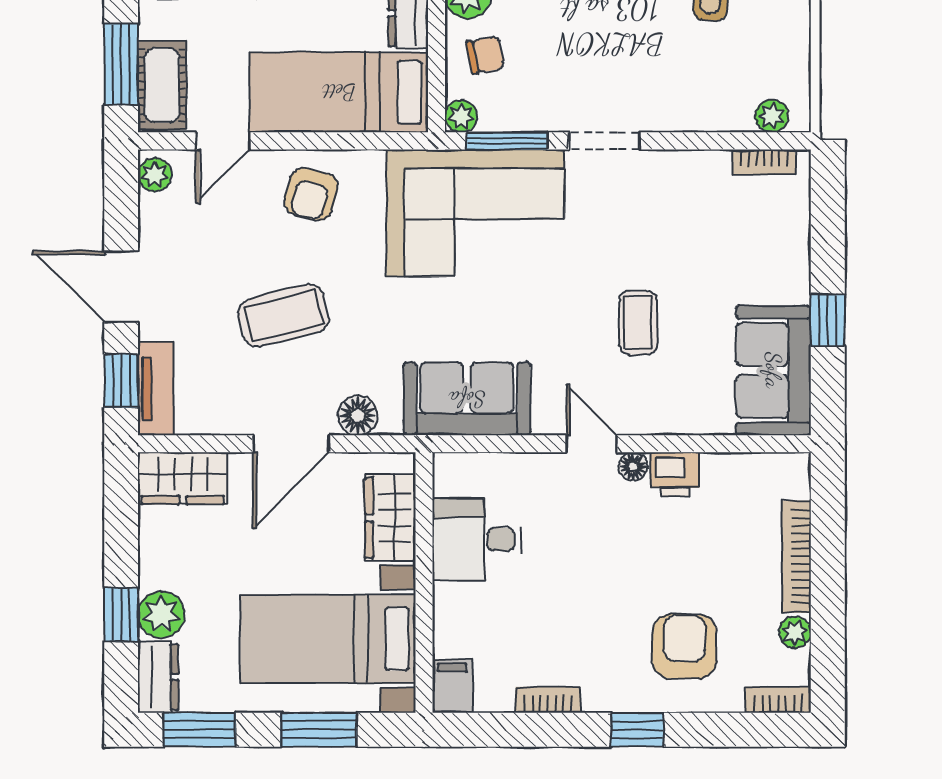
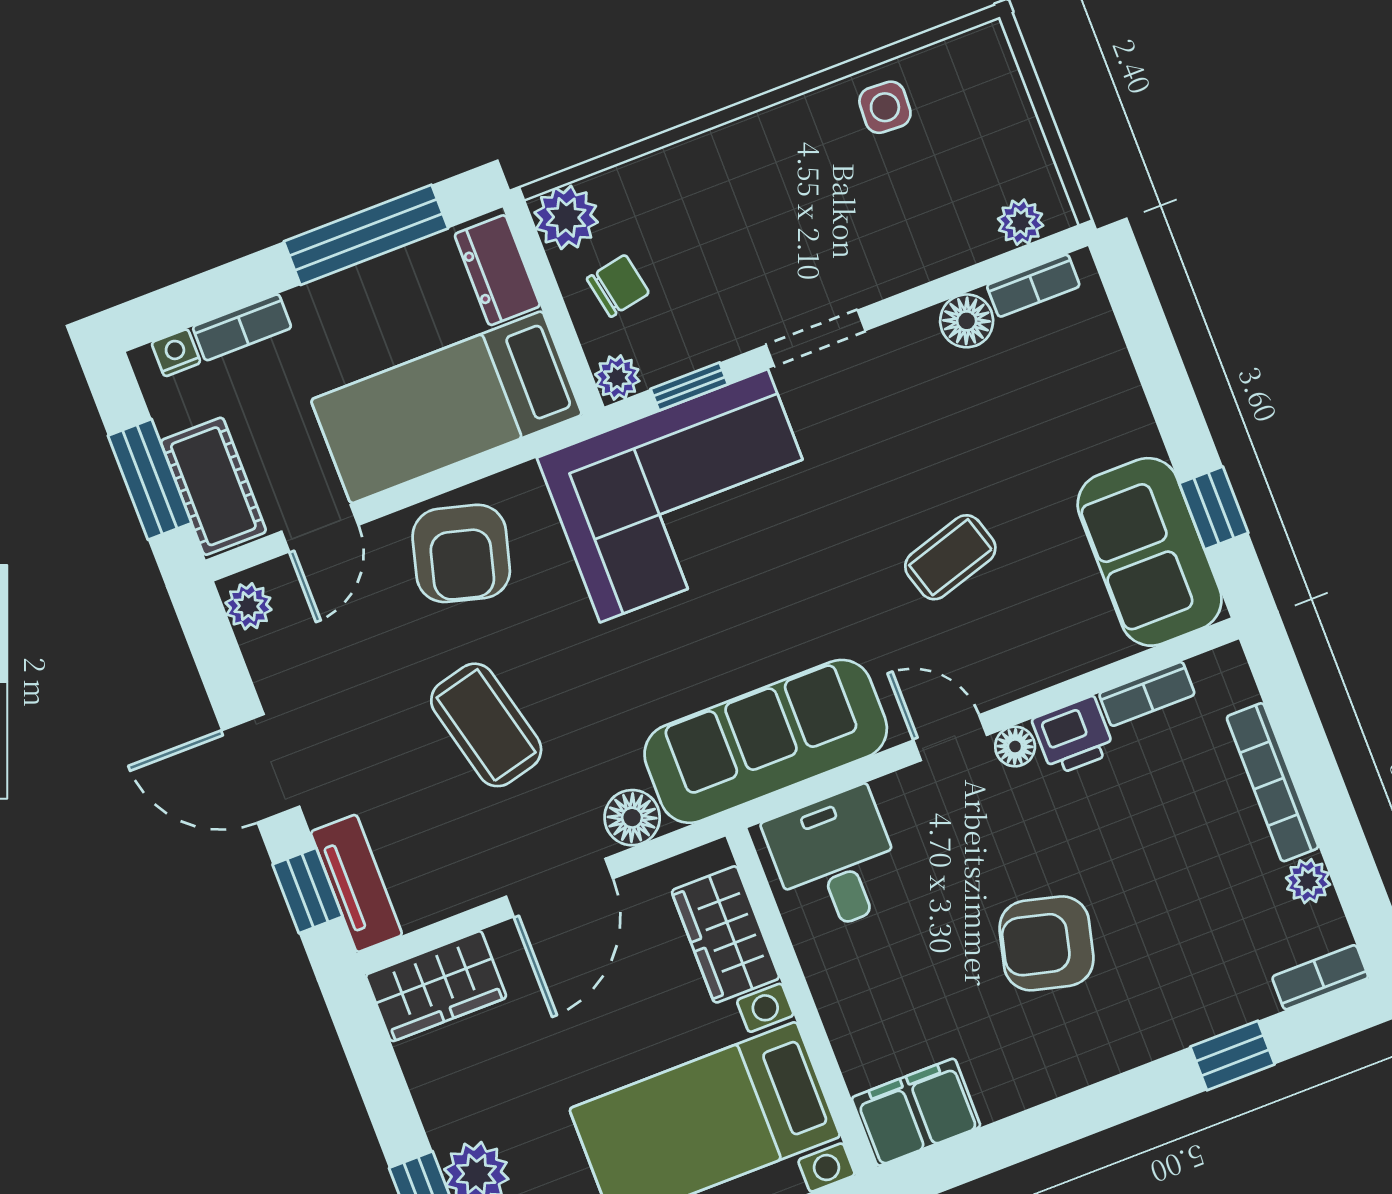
window: (507, 141) -> (689, 387), width x0.67
floor lamp: (710, 168) -> (967, 321), added
armchair: (311, 194) -> (461, 553), width x1.38, depth x1.38
coffee table: (284, 316) -> (486, 725), turned 90
window: (828, 320) -> (1214, 508), moved
coffee table: (638, 323) -> (950, 557), turned 73
sofa: (467, 399) -> (766, 741), width x1.36
desk: (477, 539) -> (835, 861), moved, turned 90
armchair: (684, 646) -> (1046, 943), moved, turned -76
filing cabinet: (452, 686) -> (916, 1112), width x2.00
bookcase: (548, 700) -> (1147, 694), moved, turned 180
window: (637, 730) -> (1232, 1055), moved

